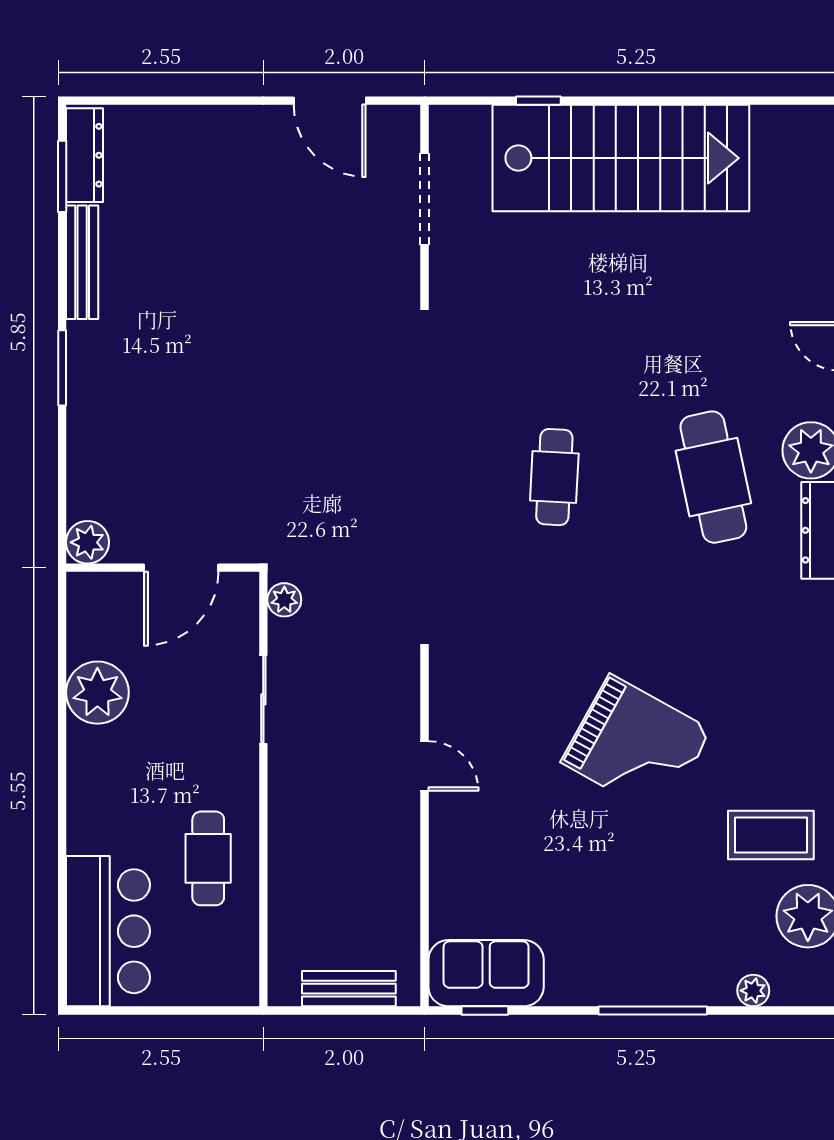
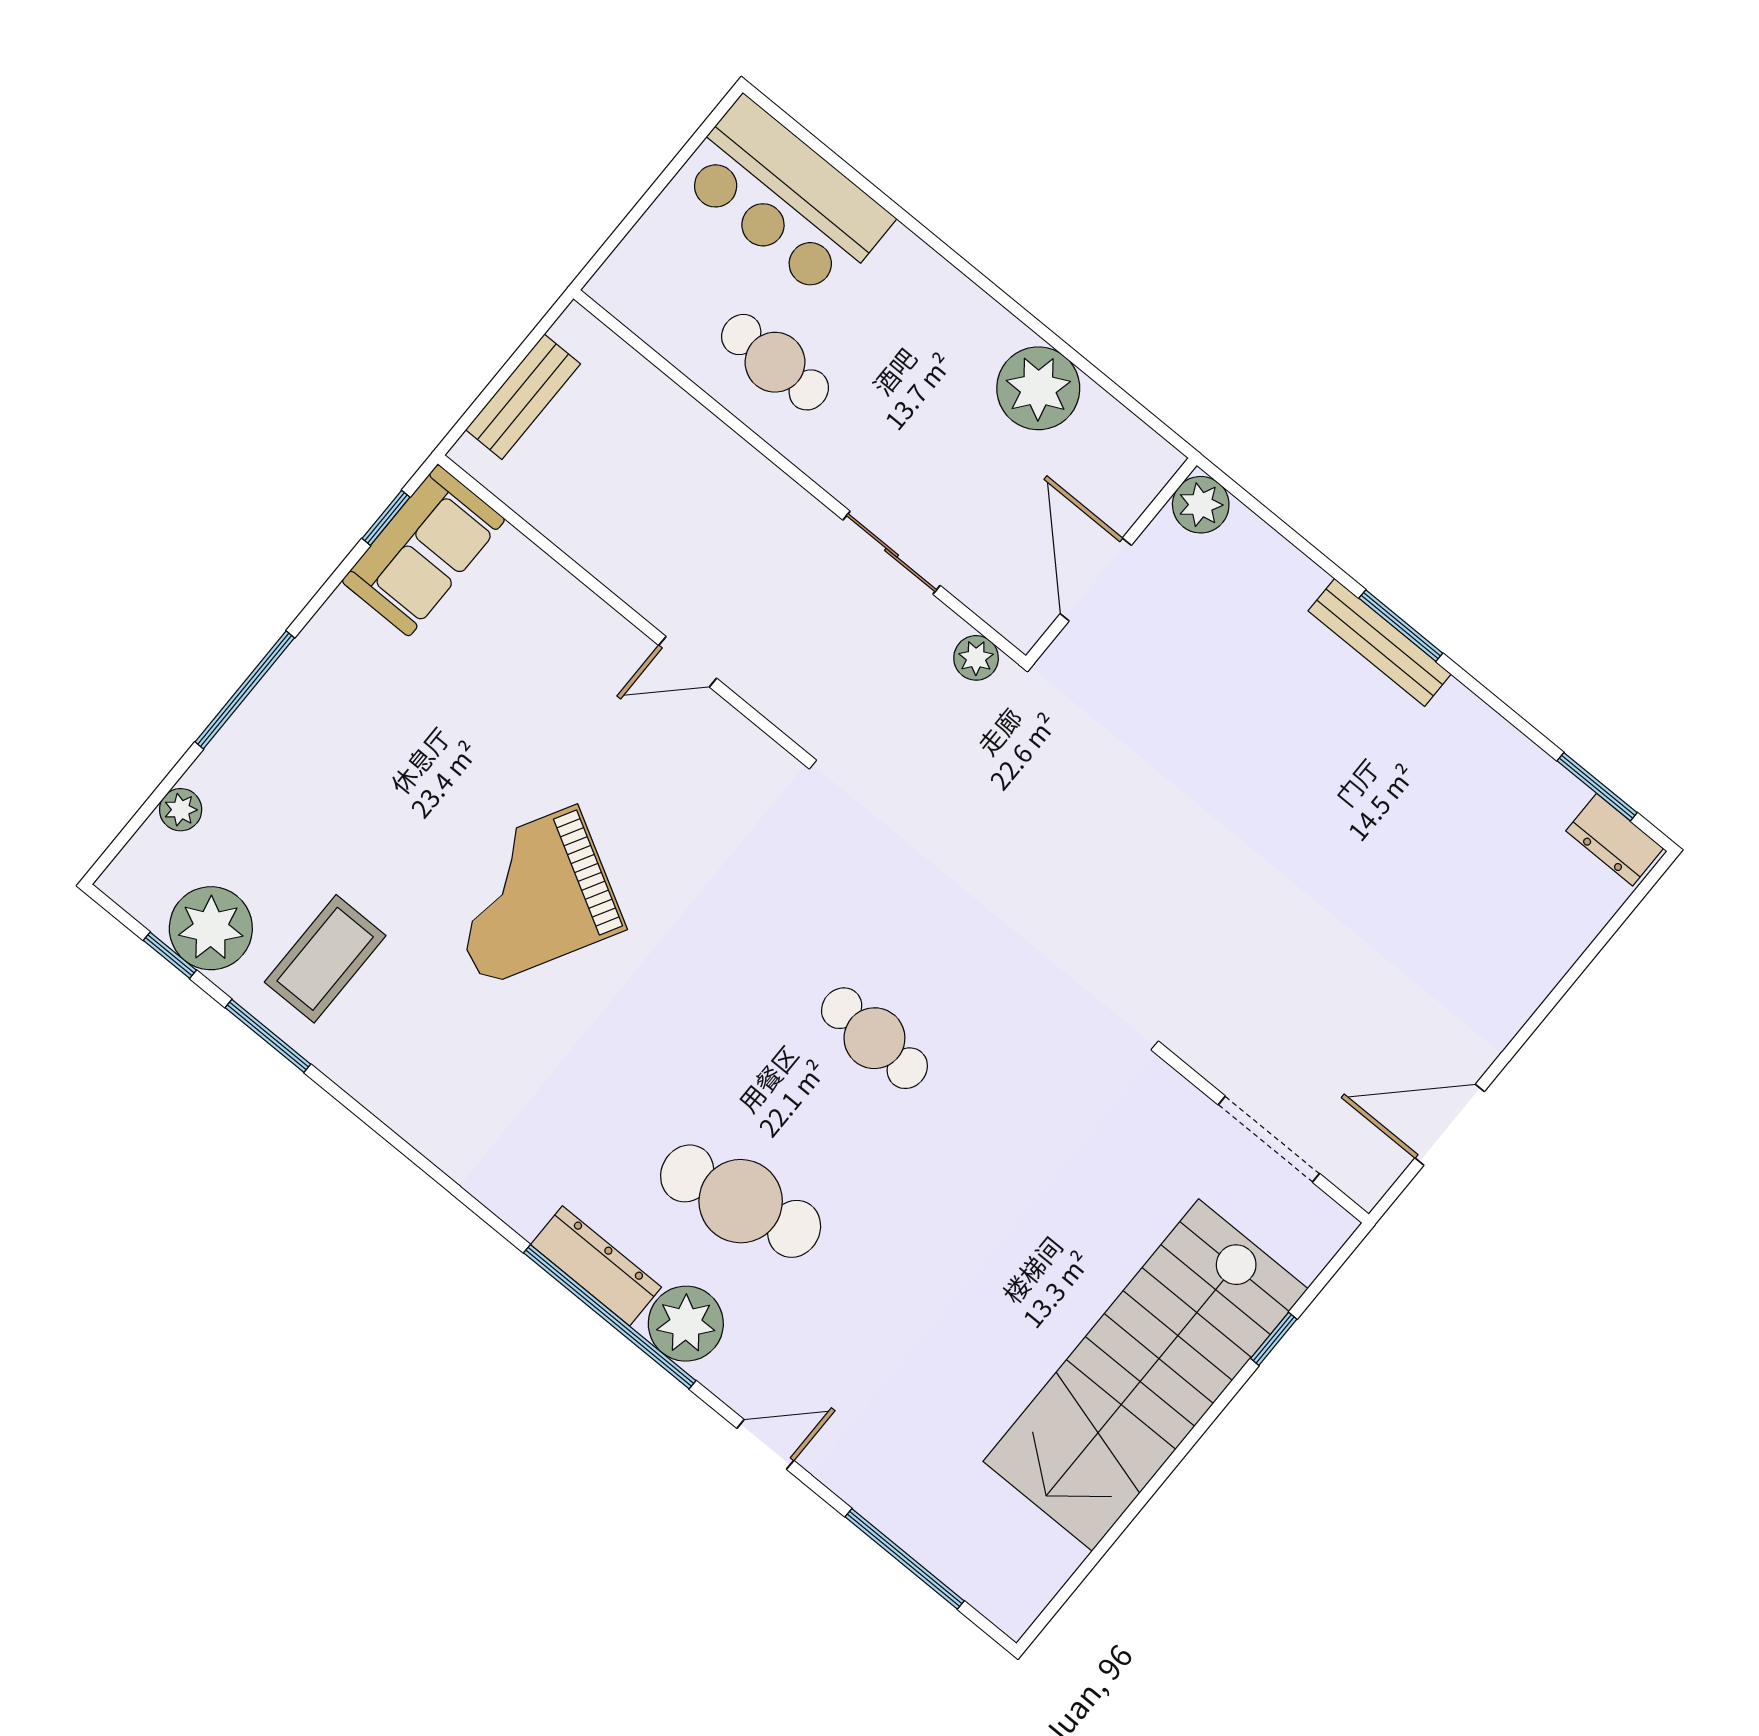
dresser: (85, 155) -> (1615, 840), width x0.70
bench: (82, 262) -> (1380, 642), moved

